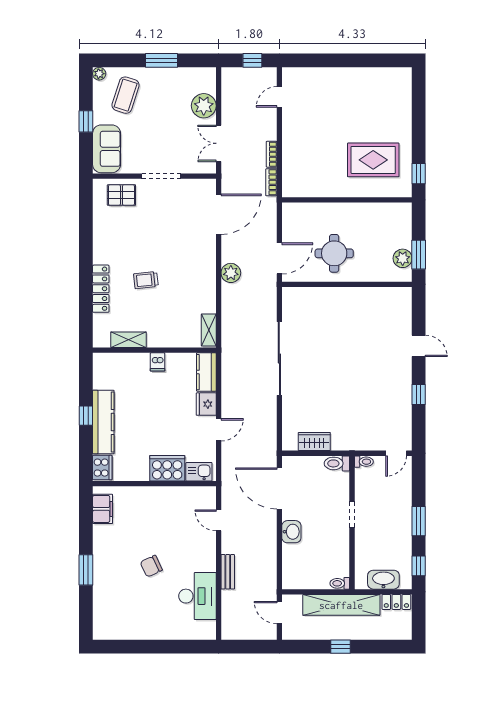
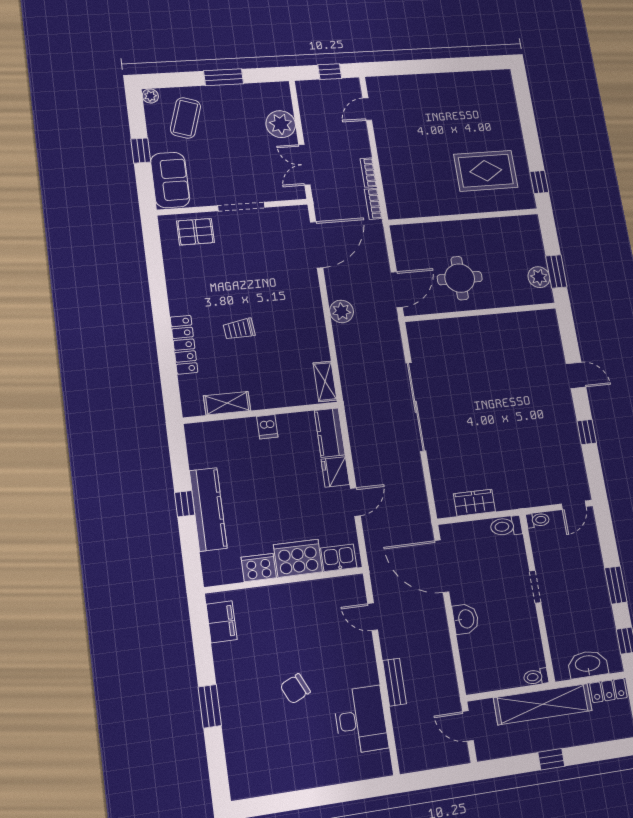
cooker: (102, 468) -> (259, 568), moved, turned -90

